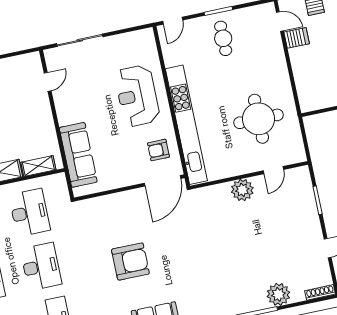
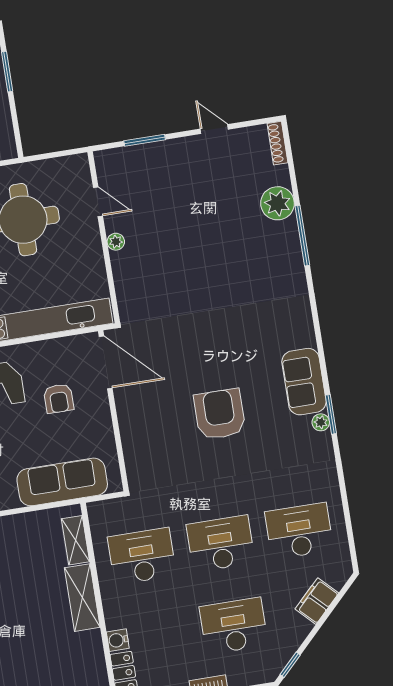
armchair: (158, 150) -> (59, 399), moved
plant: (242, 190) -> (116, 242), width x0.53, depth x0.53

